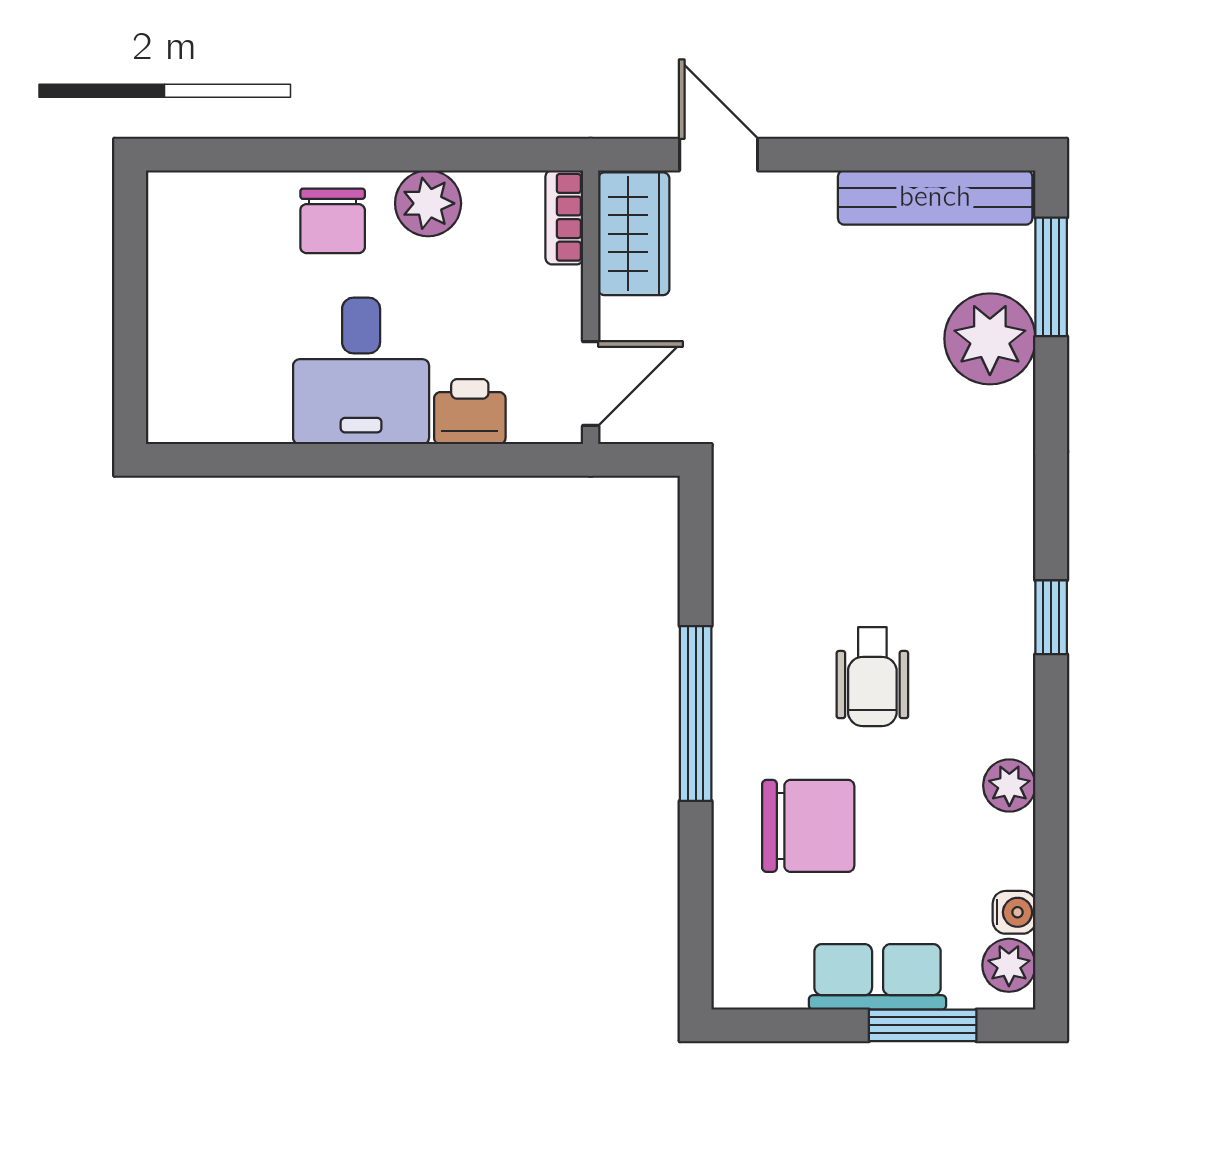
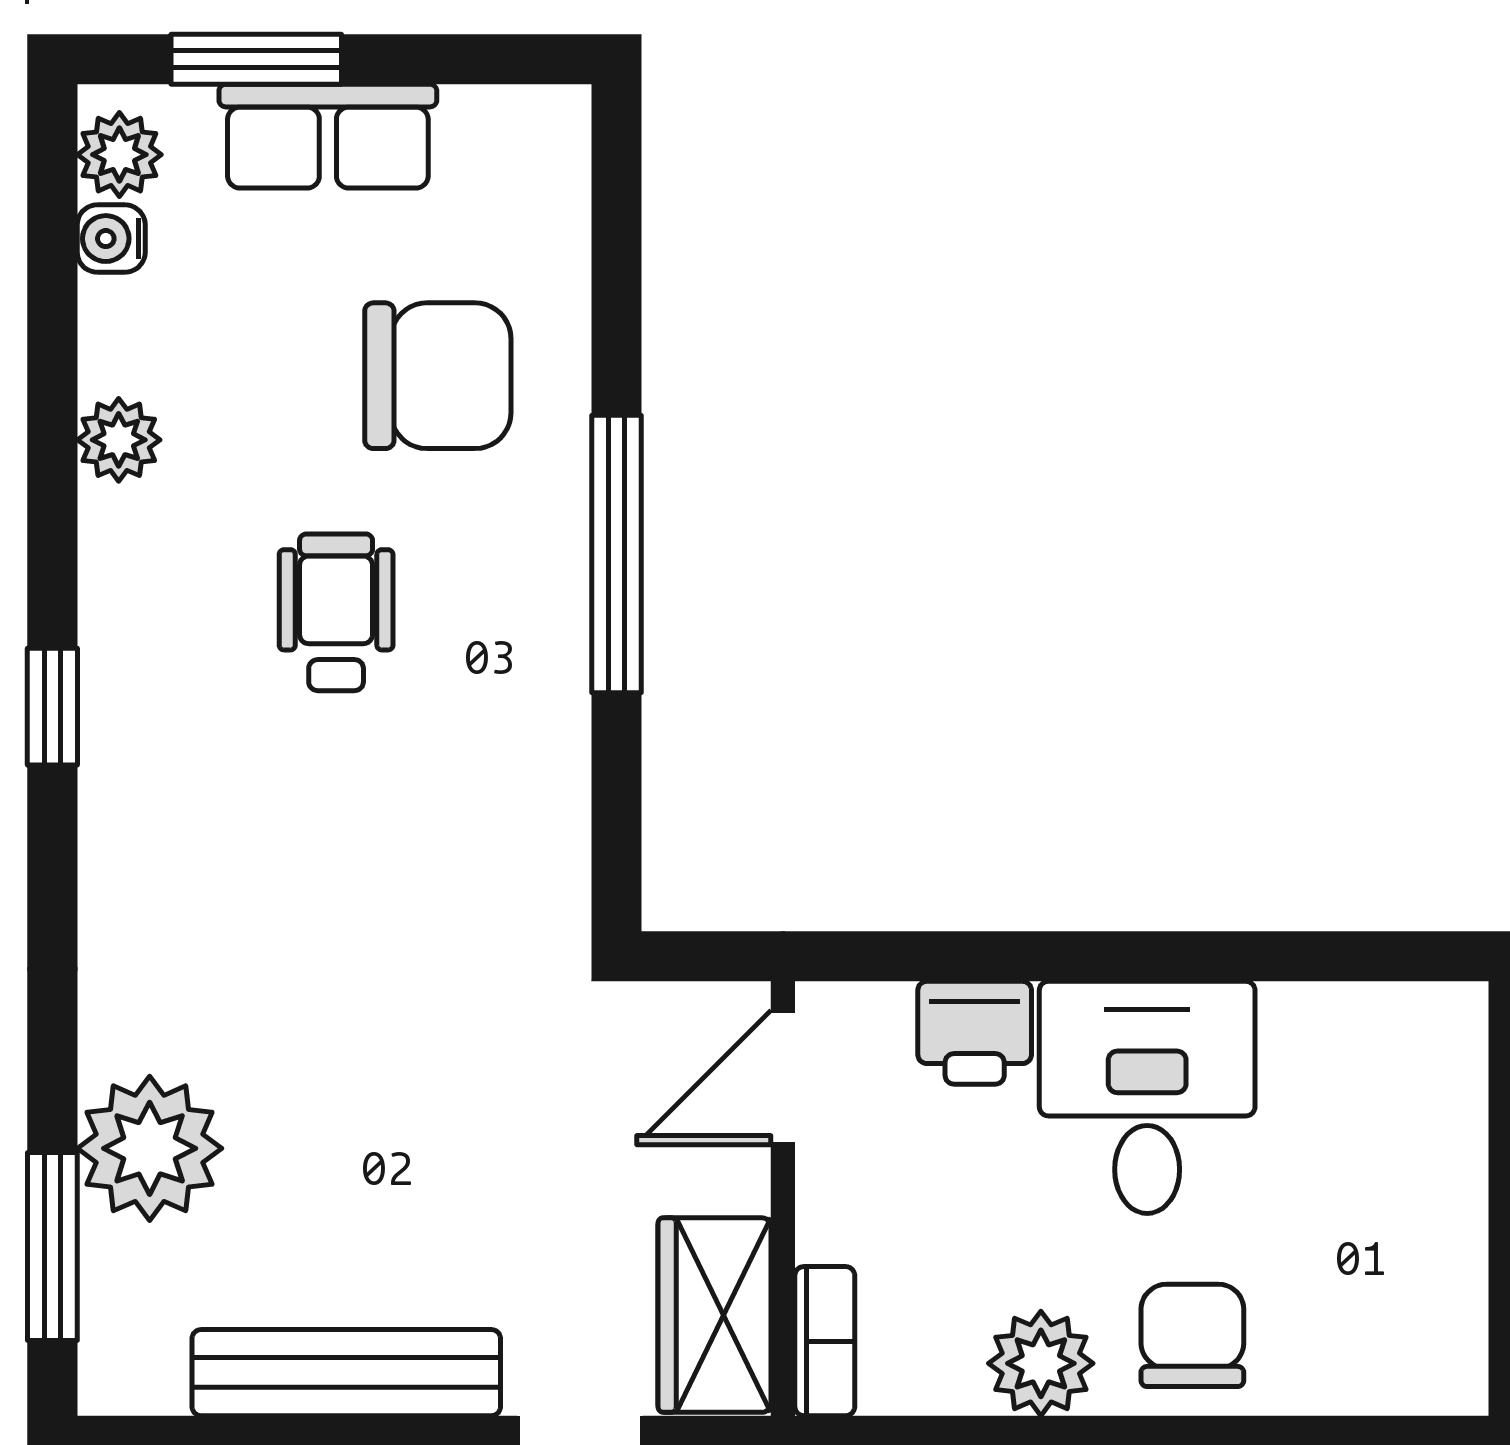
bench: (935, 197) -> (346, 1373), moved
chair: (808, 826) -> (438, 376), turned 180

